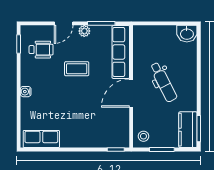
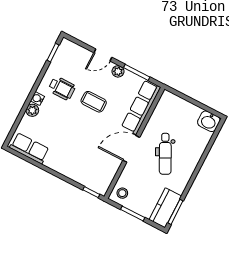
wheelchair: (41, 50) -> (62, 88), moved
plant: (27, 104) -> (32, 110), added

